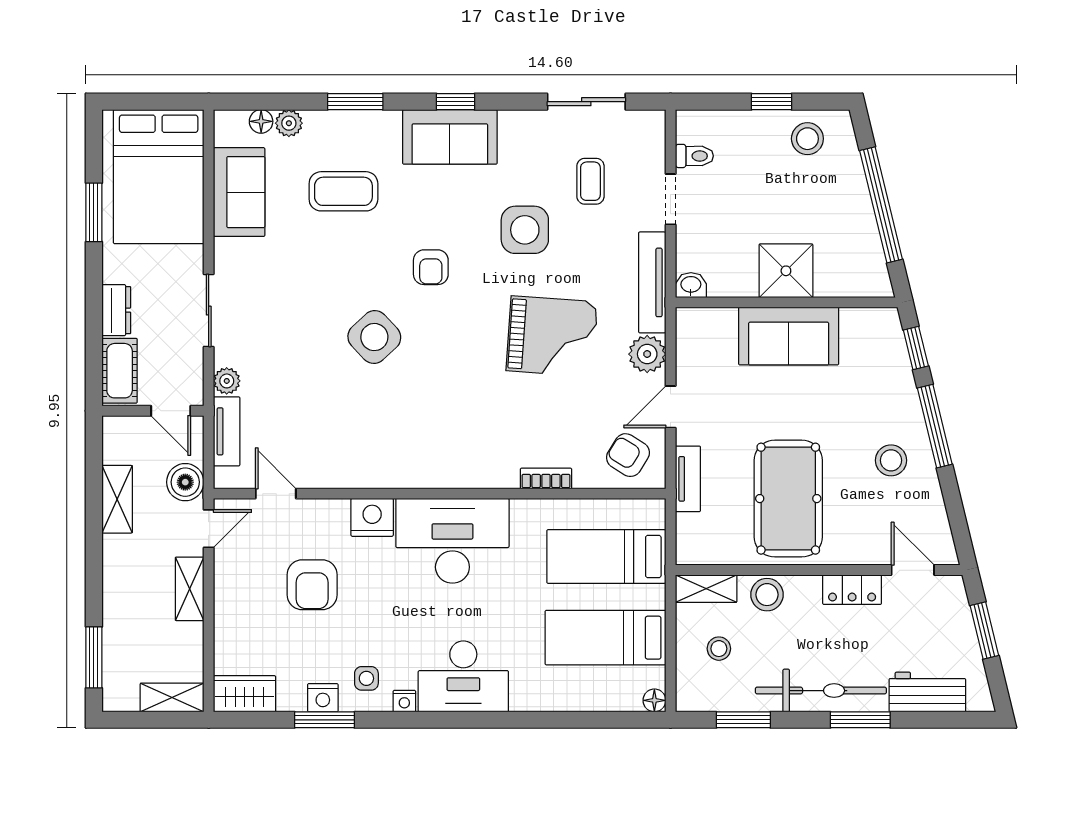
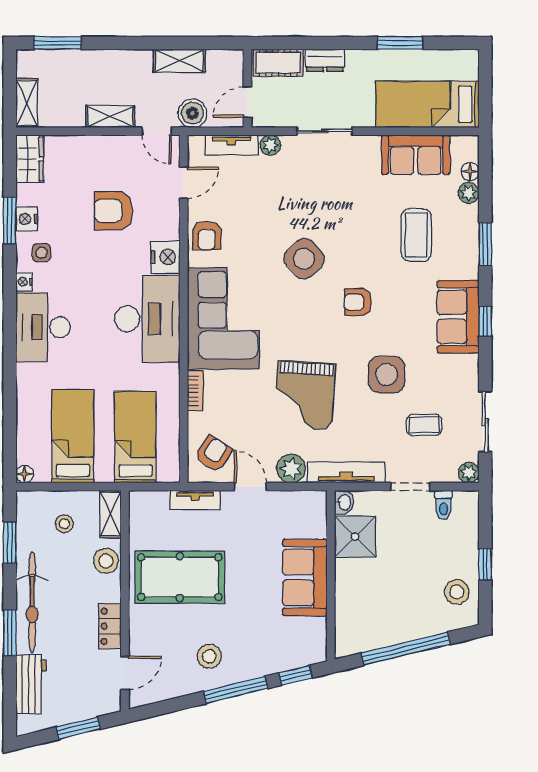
plant: (652, 123) -> (469, 473), added
bed: (159, 177) -> (427, 104), width x0.67
shower: (786, 271) -> (355, 537), moved
corner sofa: (452, 442) -> (223, 319), added
armchair: (344, 464) -> (207, 236), added

